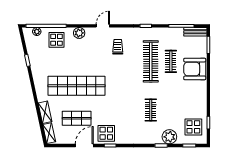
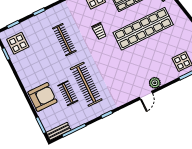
plant: (79, 33) -> (155, 83), moved
trolley: (118, 47) -> (99, 31), moved
clothes rail: (151, 110) -> (64, 40), width x1.36
plant: (169, 137) -> (35, 24), removed

